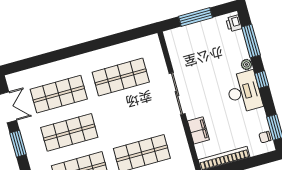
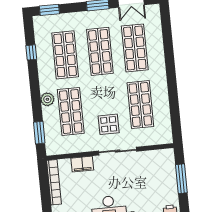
display table: (149, 109) -> (109, 124), added

